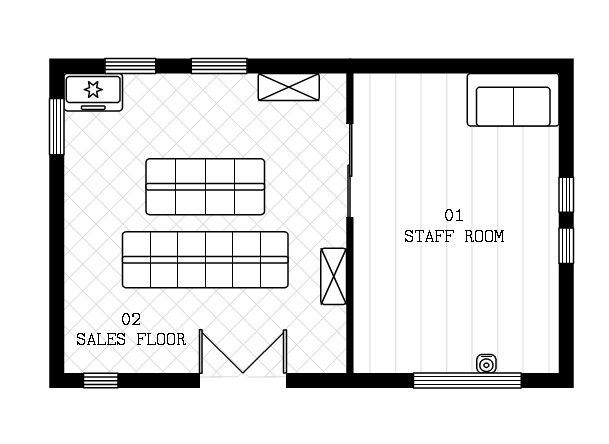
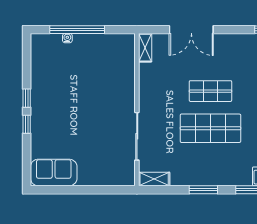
shelving: (289, 87) -> (154, 179), moved
shop shelf: (205, 260) -> (210, 91), width x0.50, depth x0.74
shelving: (334, 276) -> (145, 48), moved

